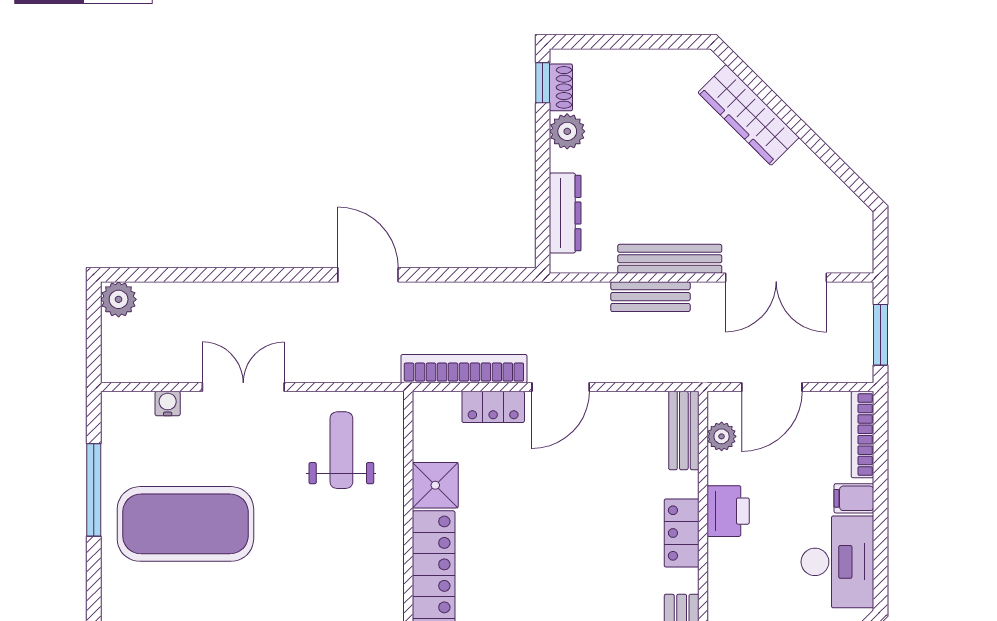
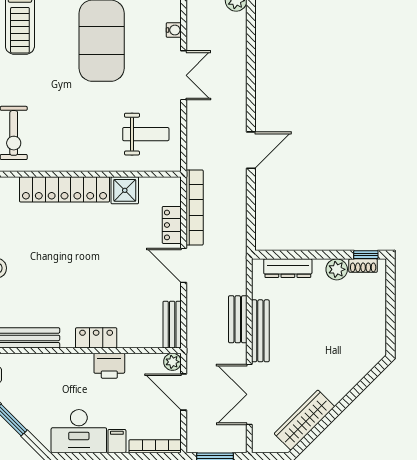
wardrobe: (749, 115) -> (304, 420), moved
bench: (684, 431) -> (172, 325), moved, turned 90
plant: (722, 436) -> (172, 362), moved

